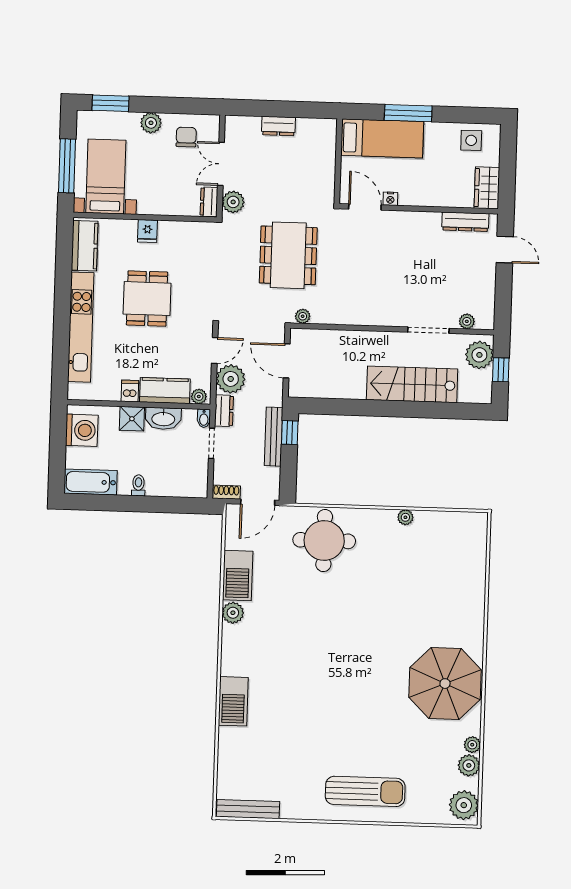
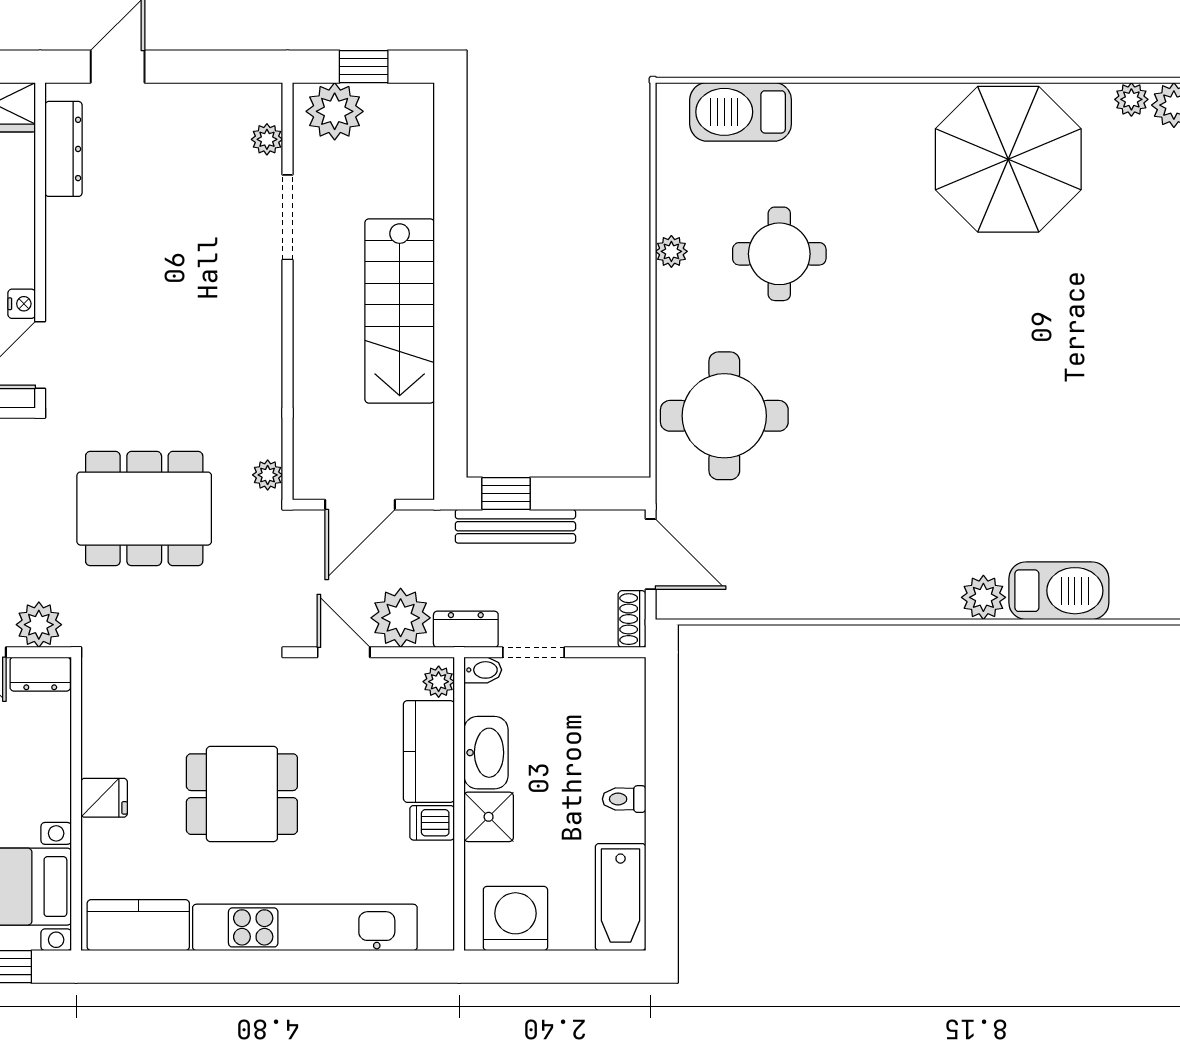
stairs: (412, 384) -> (400, 311), moved
round table: (402, 570) -> (779, 254), added
barbecue: (238, 576) -> (741, 112), moved, turned 180
plant: (233, 613) -> (983, 597), moved

